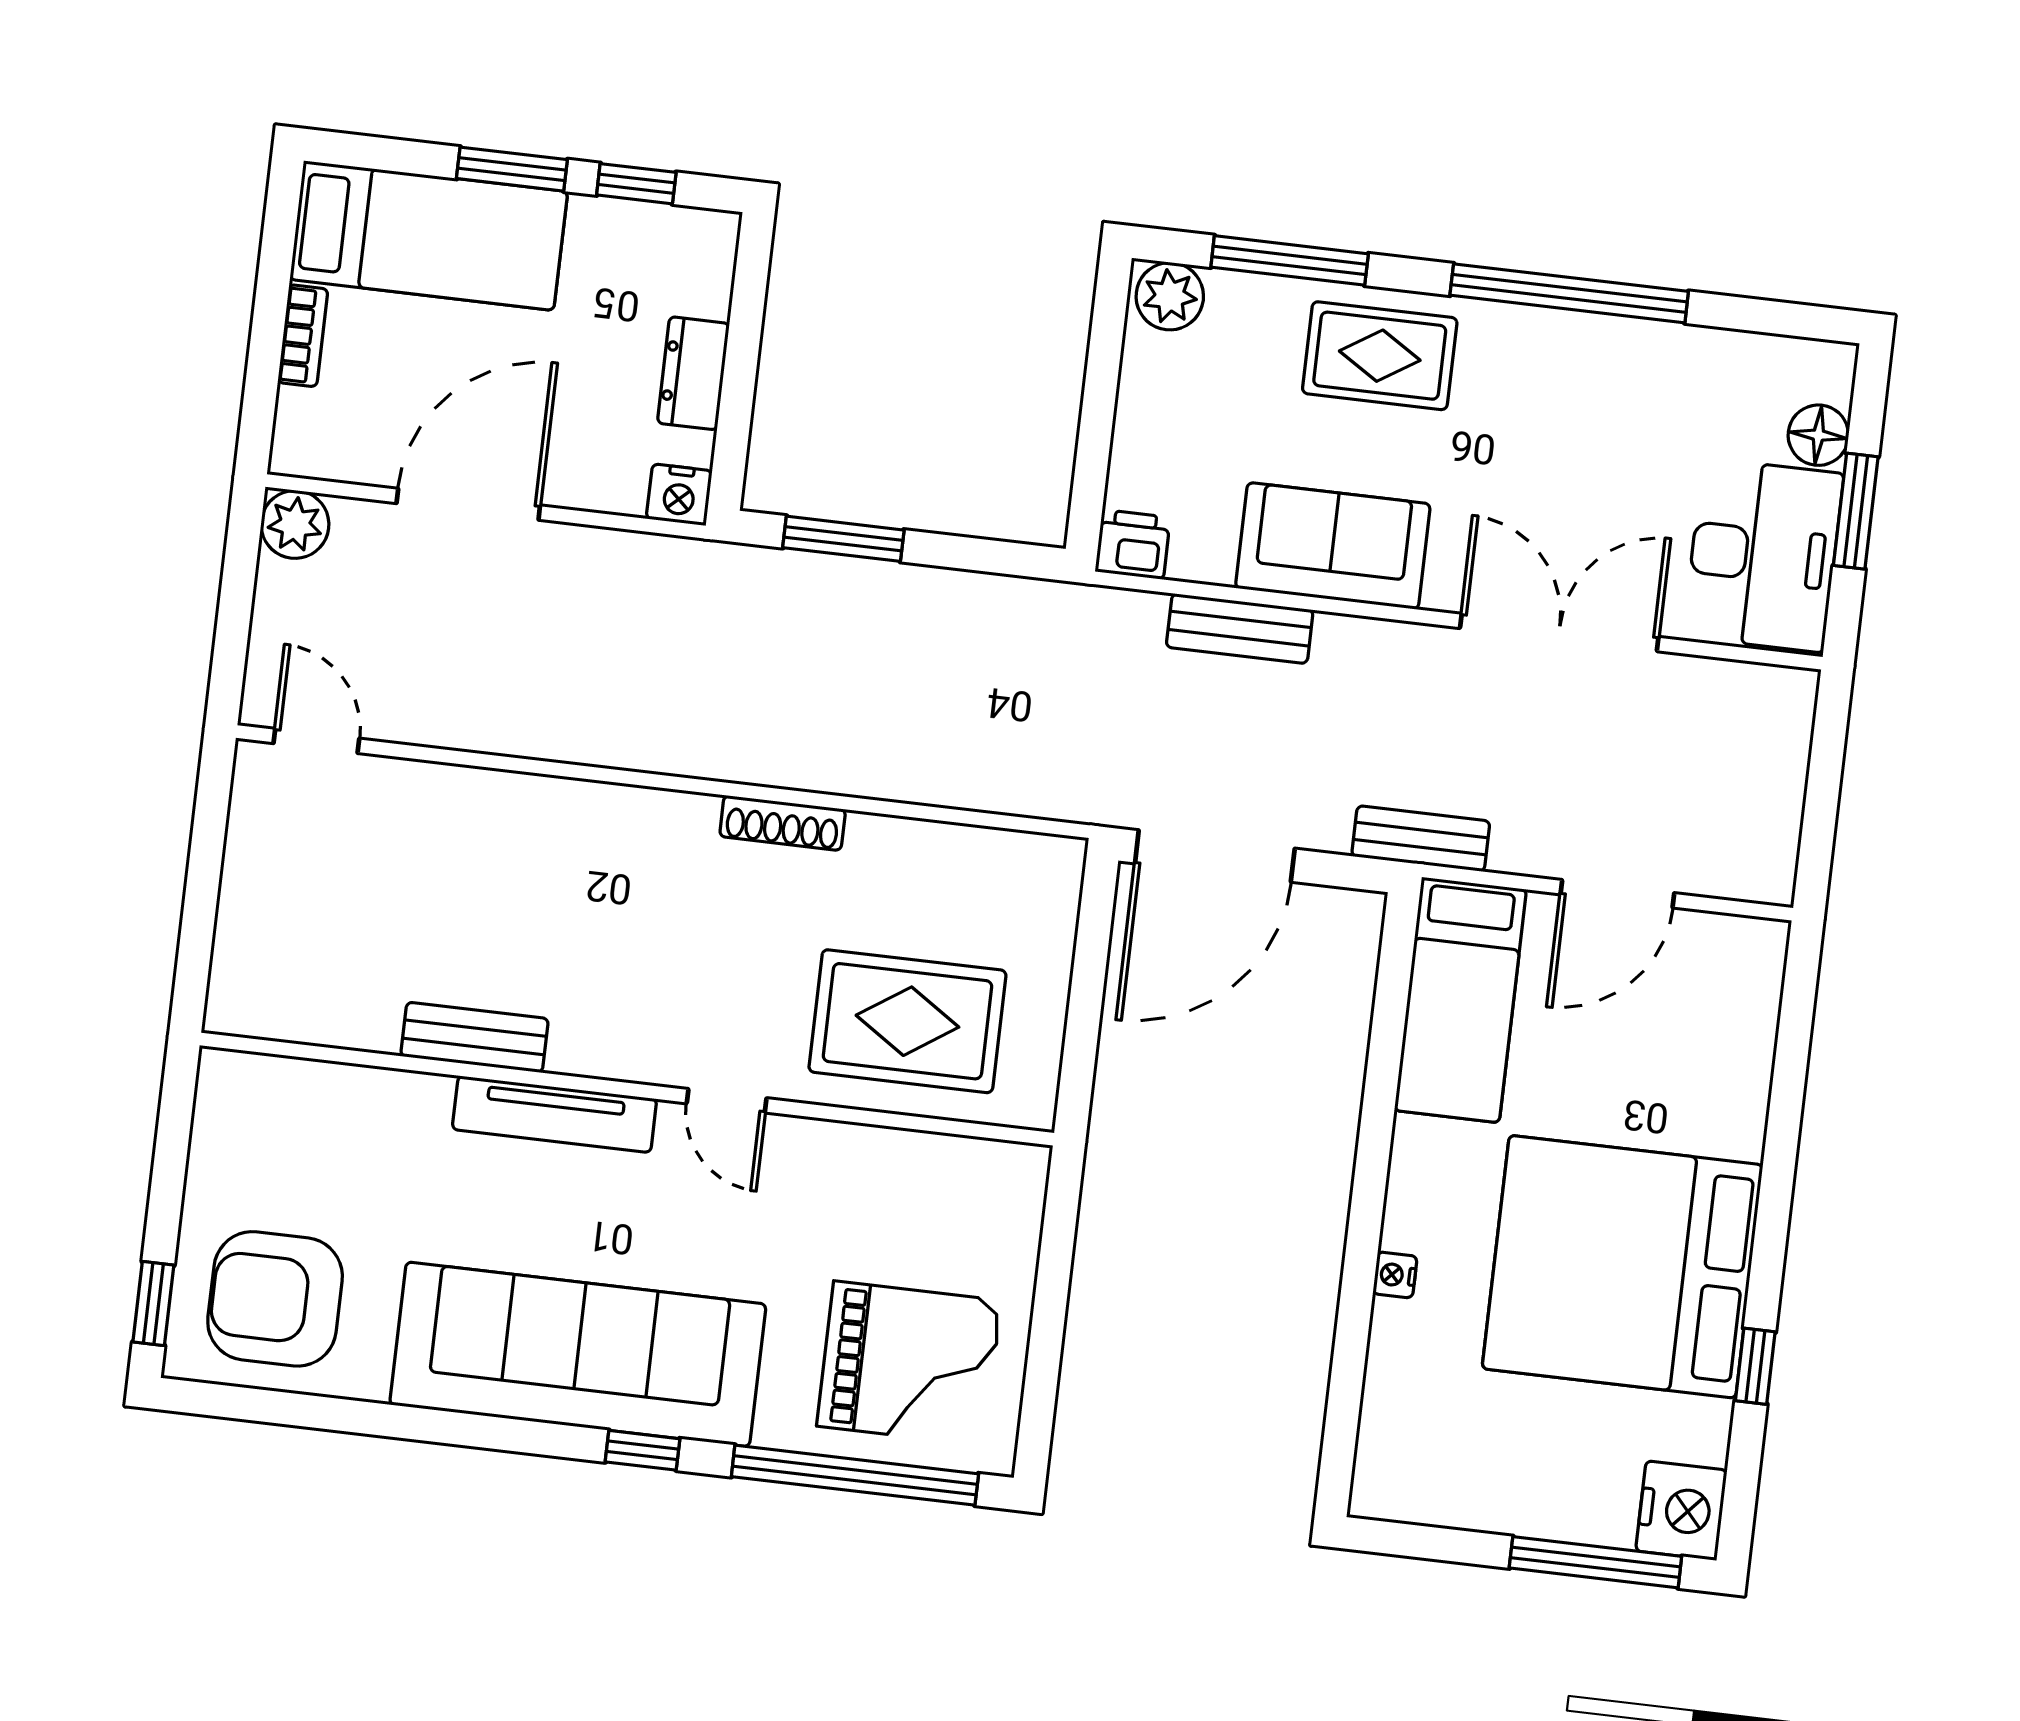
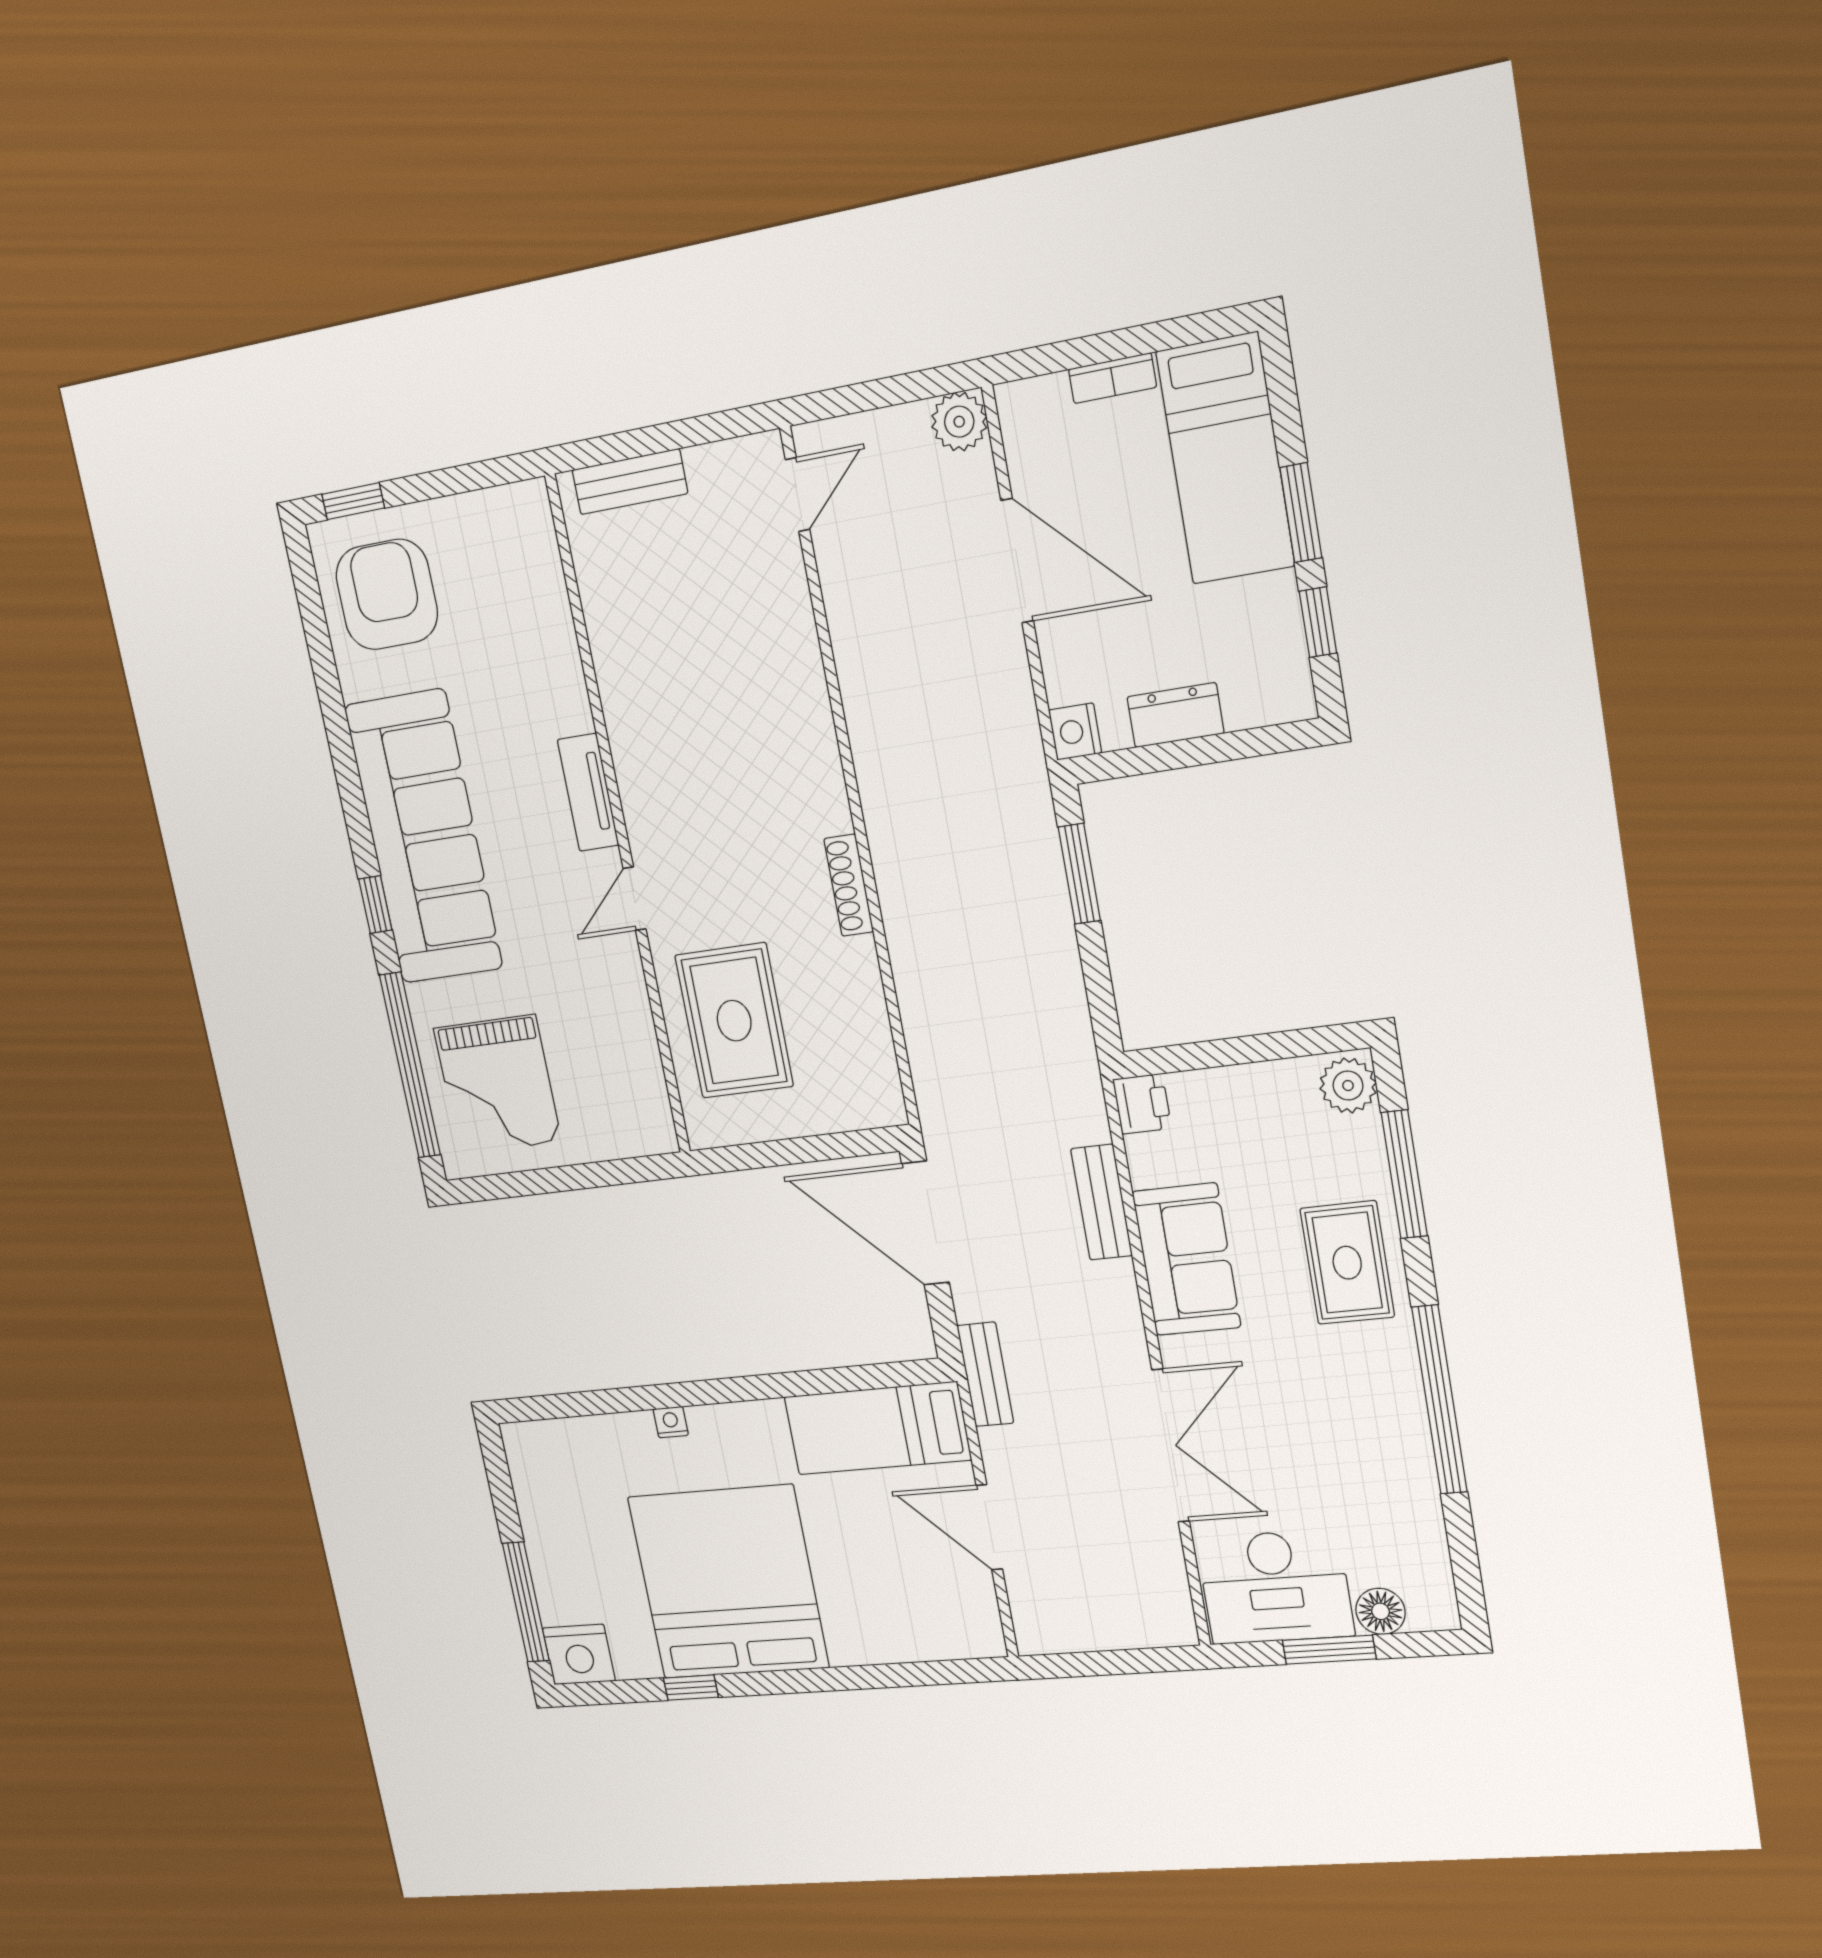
bench: (475, 1037) -> (630, 482), moved, turned 90
tv unit: (554, 1114) -> (588, 792), width x0.71

